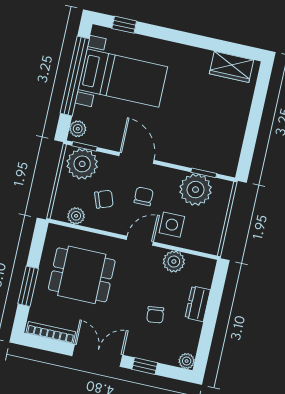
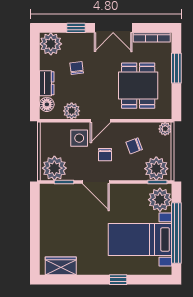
window: (124, 25) -> (118, 280), moved
plant: (78, 129) -> (160, 200), width x1.87, depth x1.87
door: (137, 158) -> (96, 182), moved
plant: (196, 190) -> (54, 168), moved
plant: (76, 216) -> (165, 129), moved
dining table: (82, 275) -> (138, 86), turned 90
floor lamp: (204, 277) -> (47, 104), added
plant: (187, 361) -> (51, 44), width x1.88, depth x1.88

